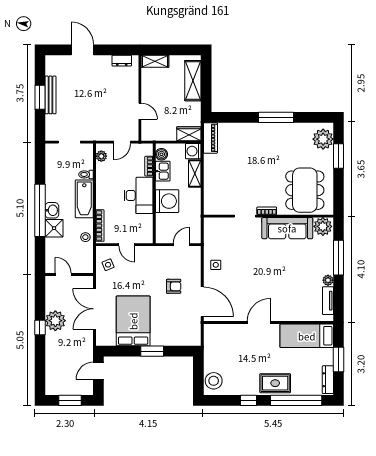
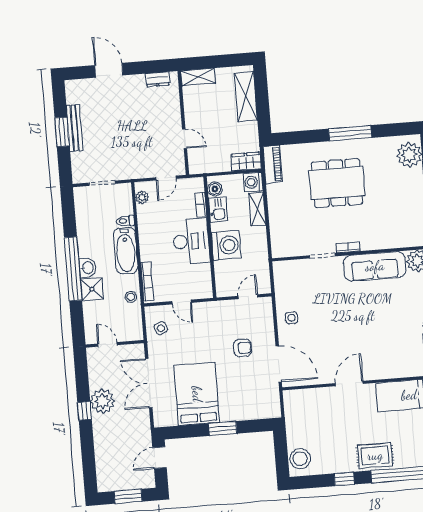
dining table: (305, 190) -> (337, 183), moved, turned 90

